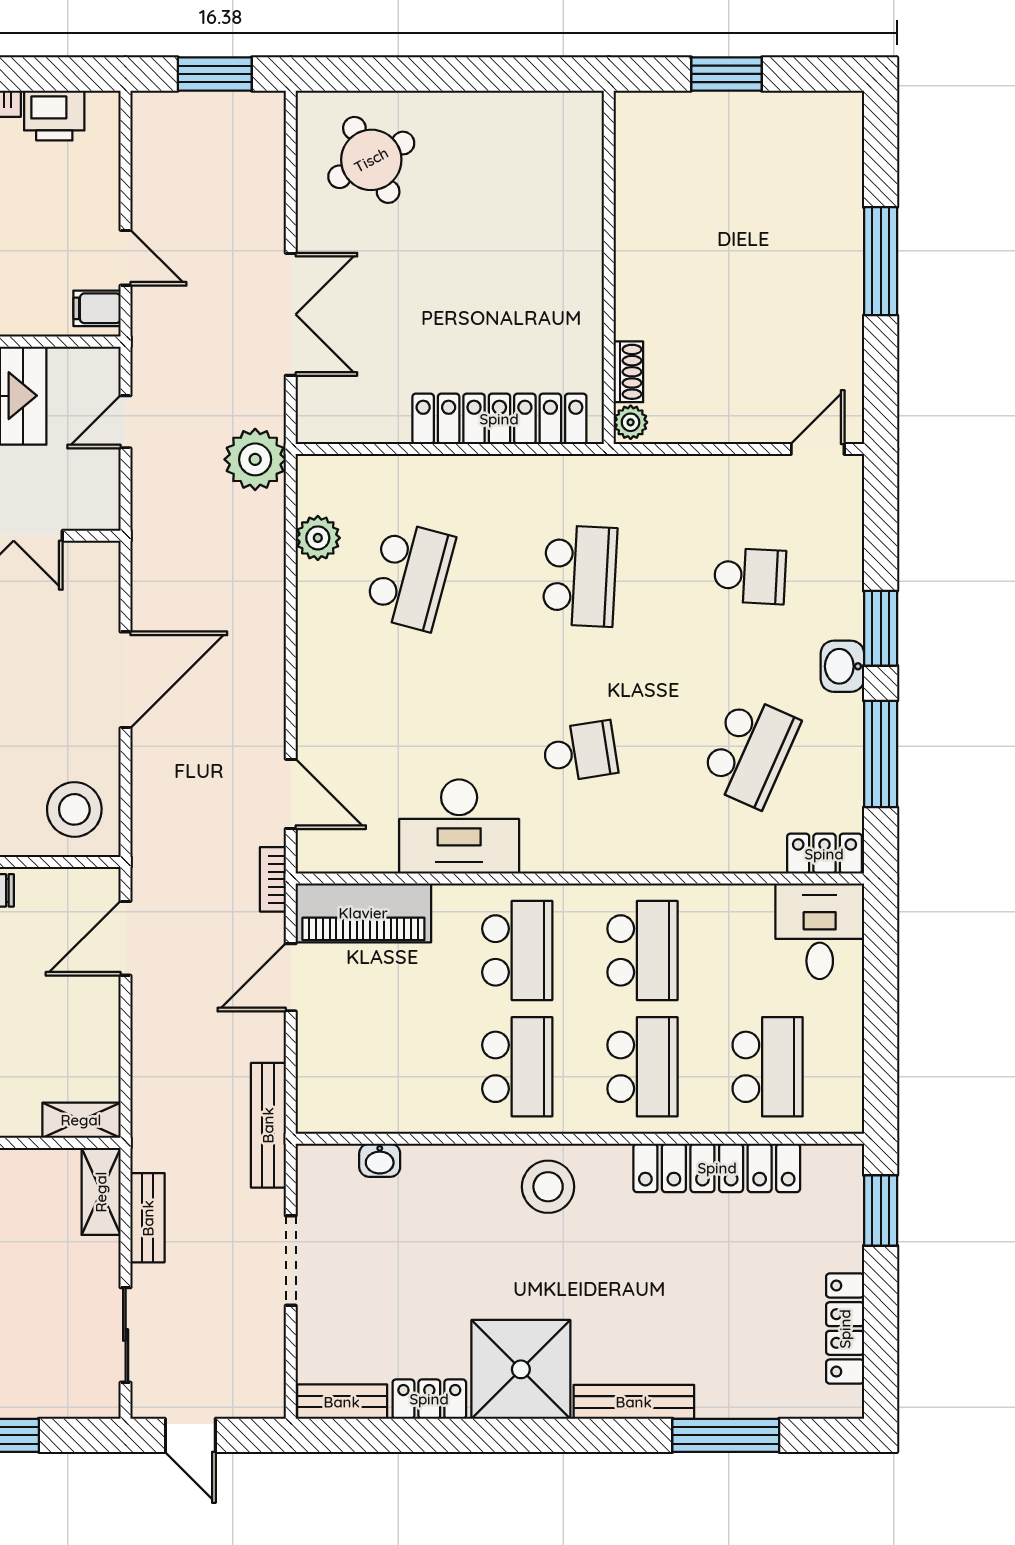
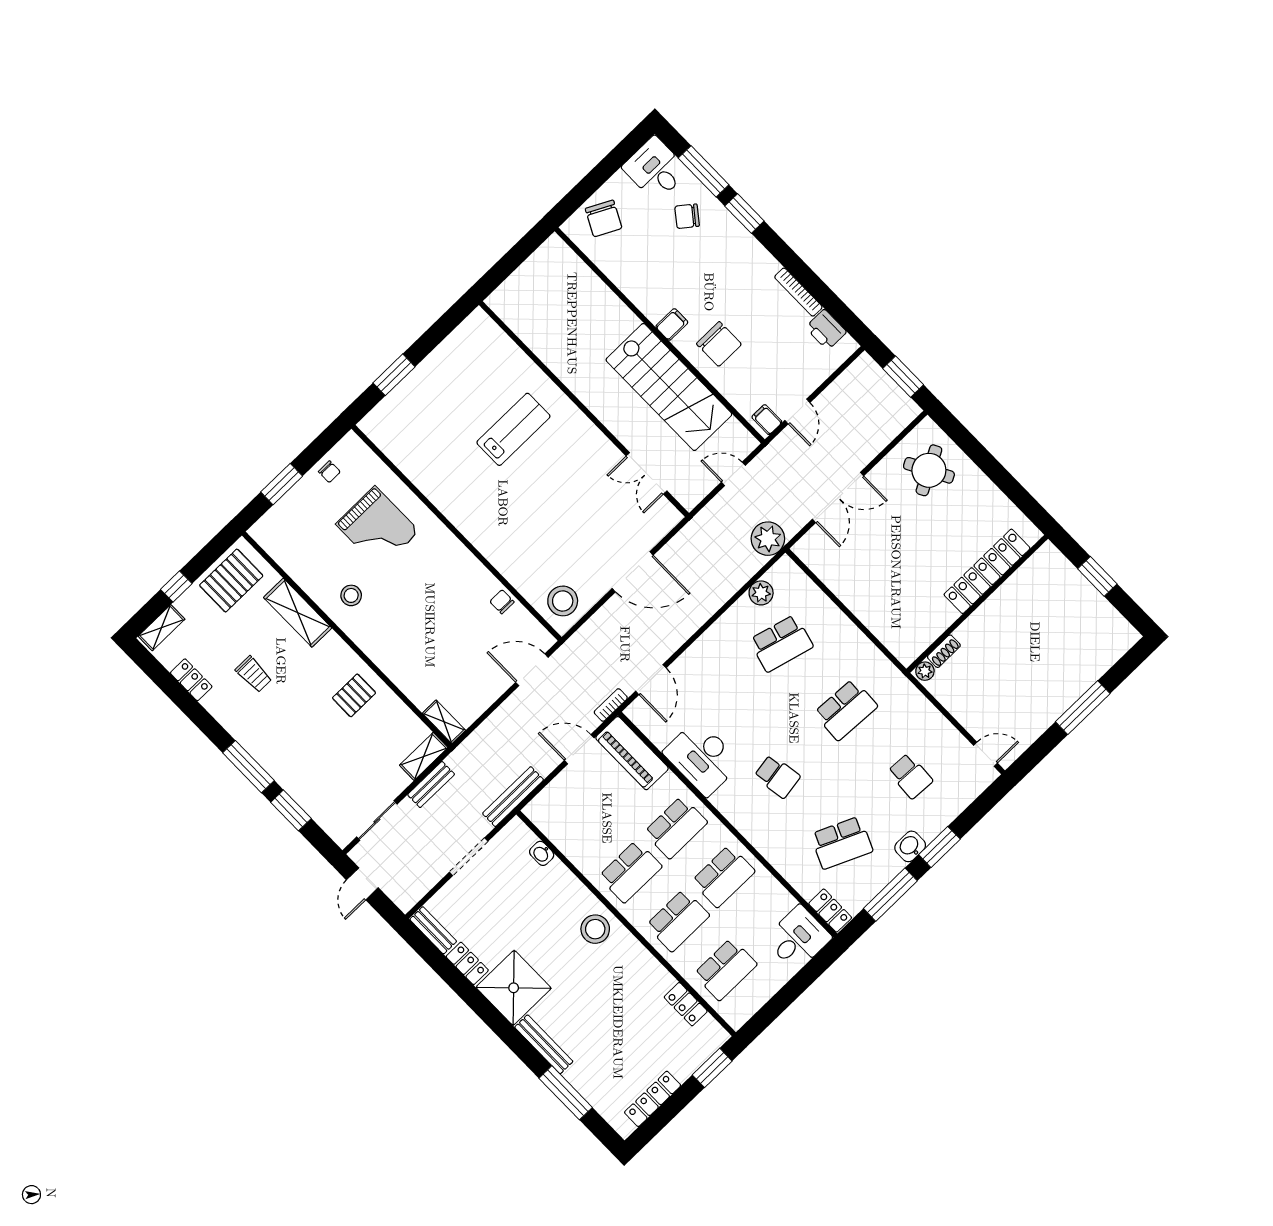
locker: (499, 419) -> (987, 571), moved, turned -90
locker: (717, 1168) -> (686, 1004), width x0.46, depth x0.83

